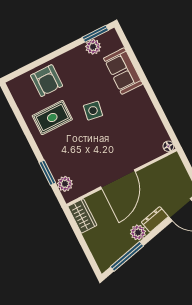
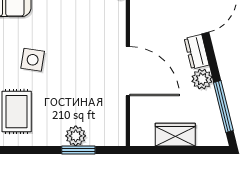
plant: (65, 184) -> (76, 136), moved
wardrobe: (82, 216) -> (175, 135), moved

